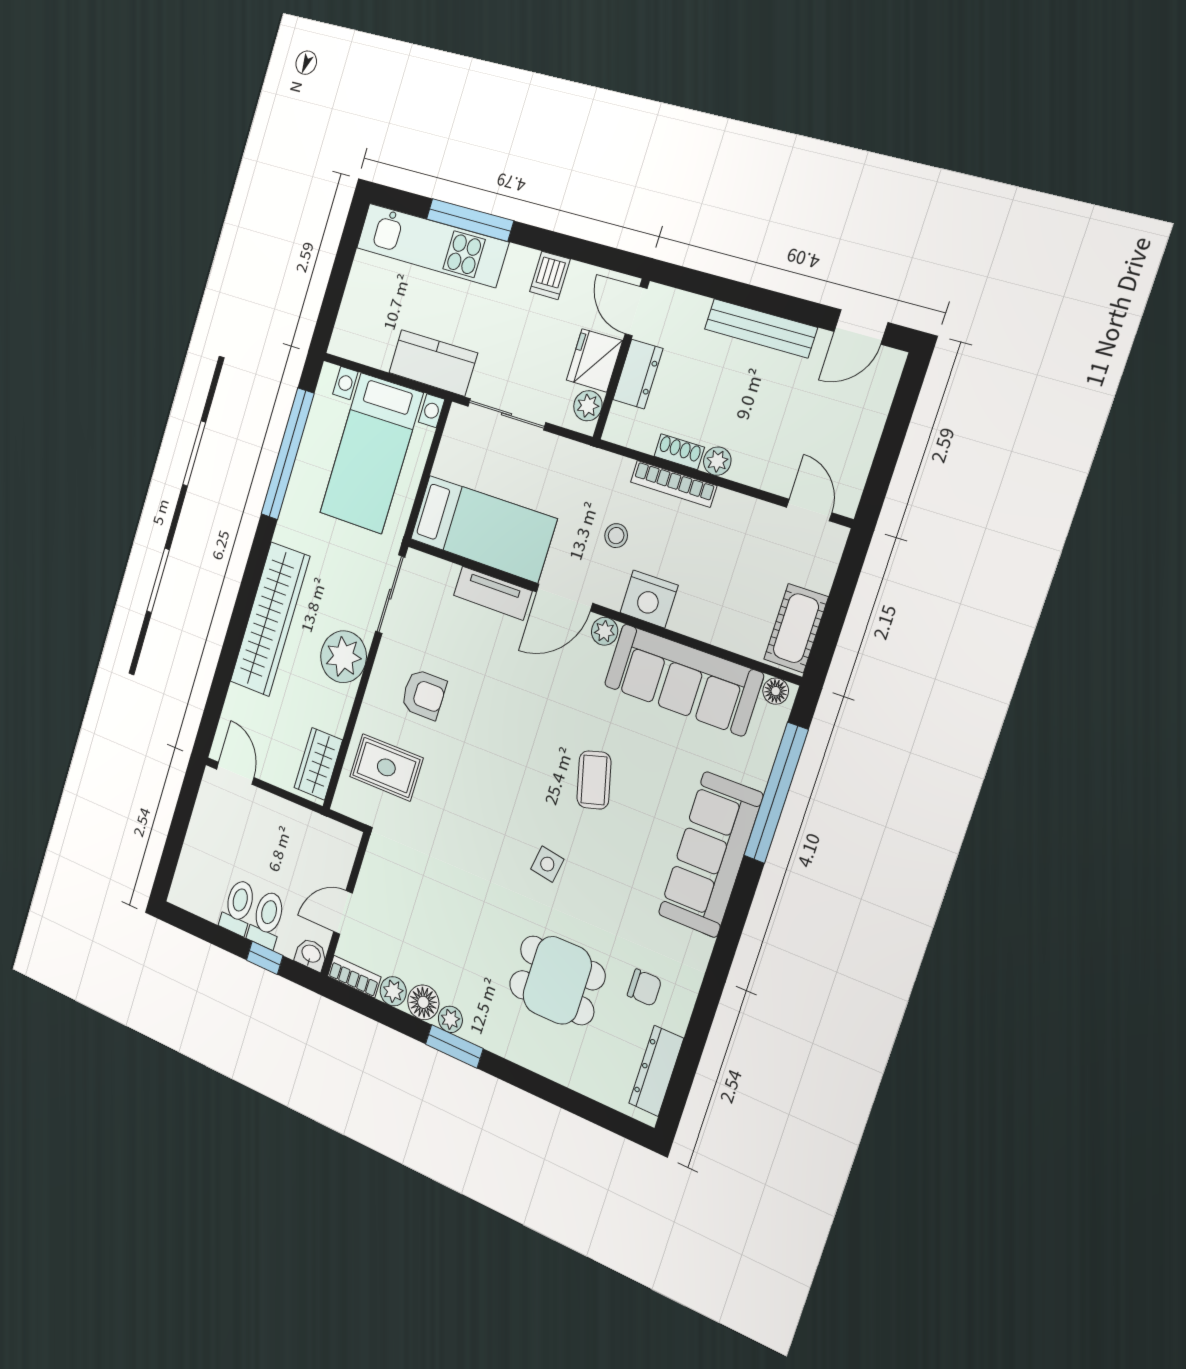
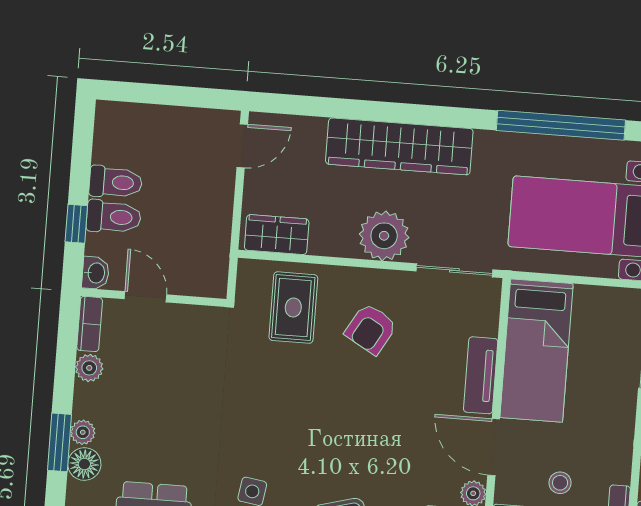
armchair: (424, 694) -> (371, 329), turned 30
floor lamp: (423, 1002) -> (84, 464), moved

